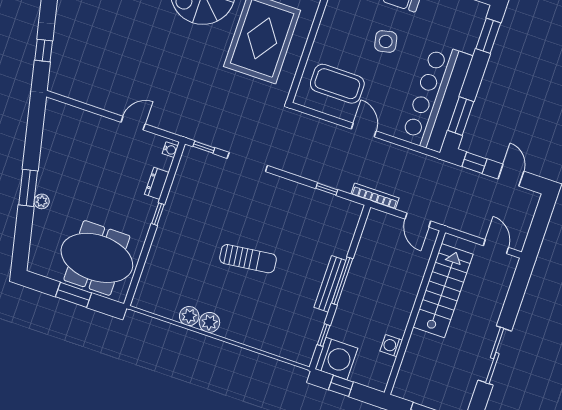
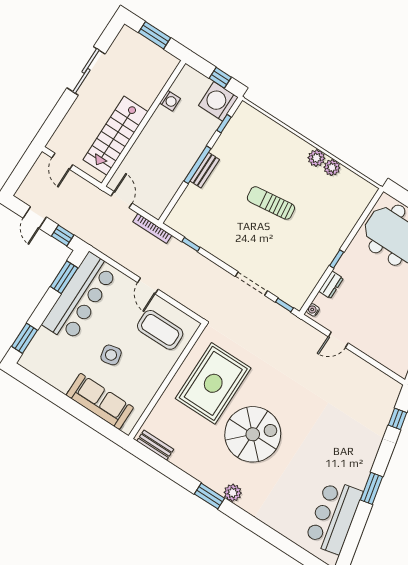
bench: (330, 284) -> (205, 170), width x0.73

